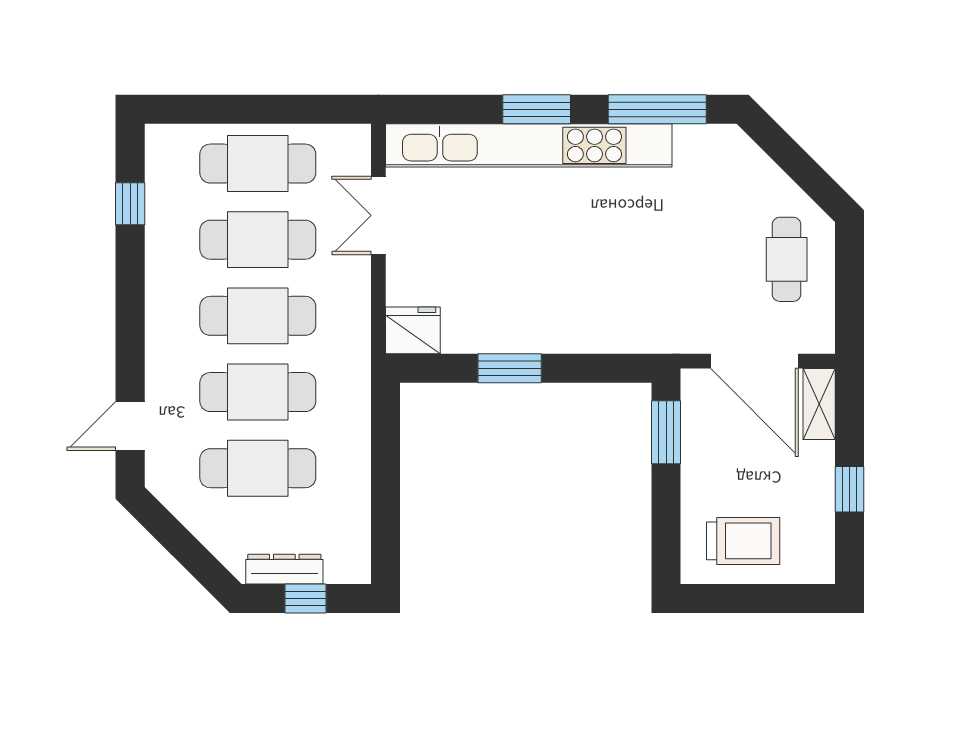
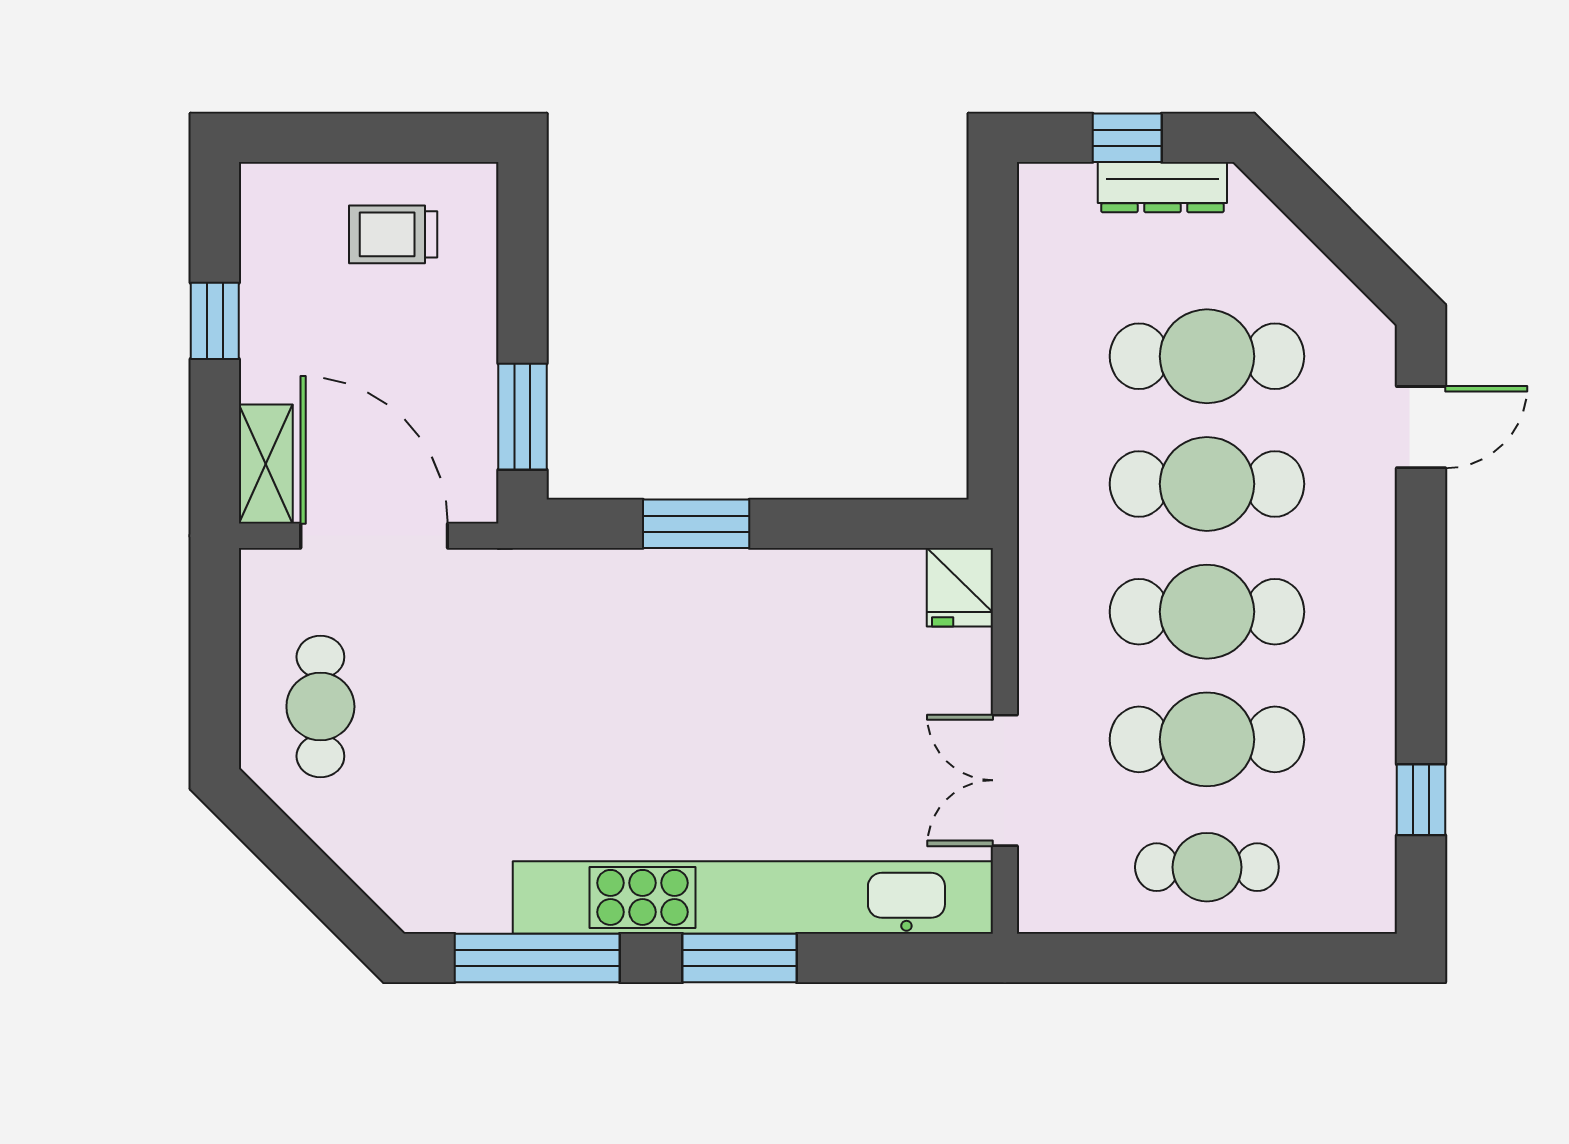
cafe table: (258, 164) -> (1207, 867), width x0.73, depth x0.74
double door: (378, 215) -> (1005, 780), swing flipped
fridge: (413, 330) -> (960, 587), width x0.72
window: (510, 368) -> (696, 524), moved
trolley: (743, 541) -> (393, 234), width x0.73, depth x0.72

